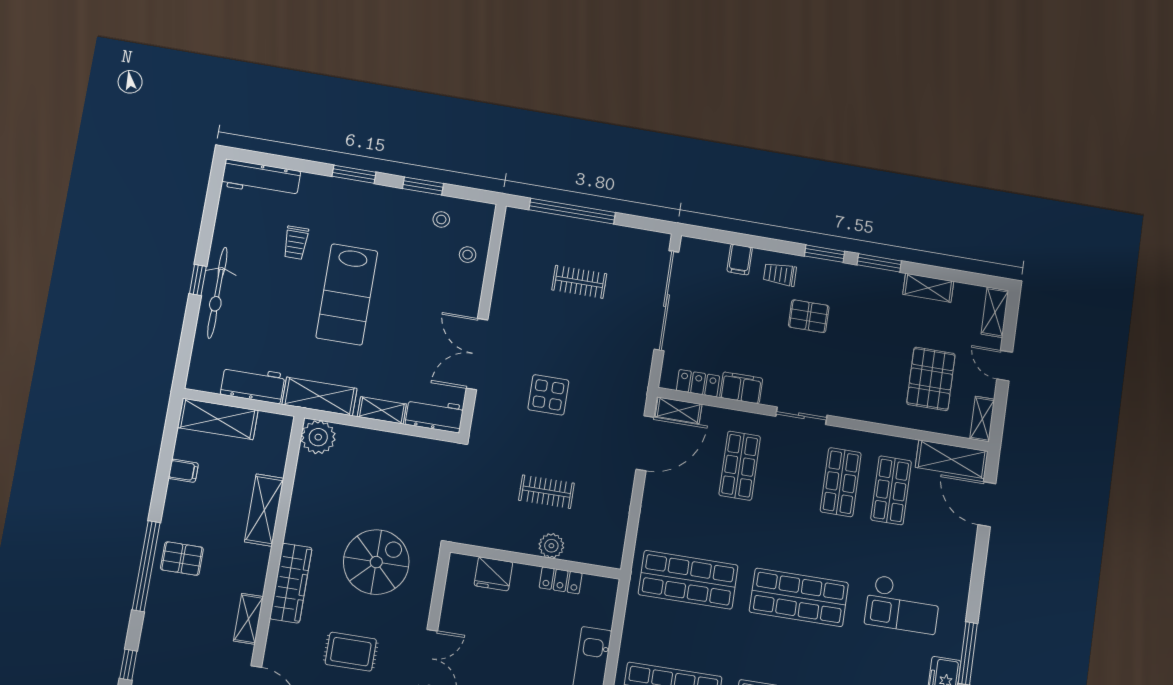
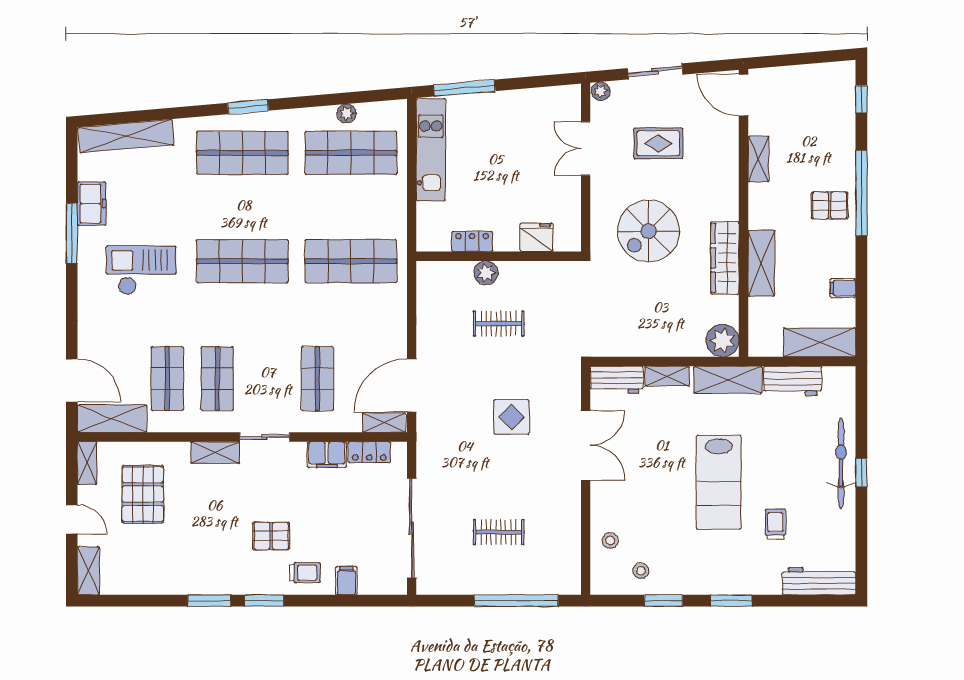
shelving: (928, 288) -> (215, 452), moved
lab bench: (347, 294) -> (719, 482), turned 180
wardrobe: (291, 583) -> (725, 258), moved

